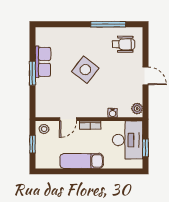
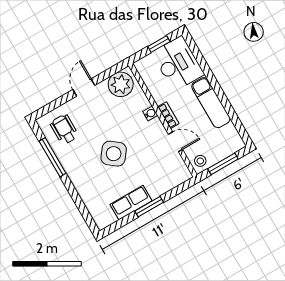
plant: (137, 108) -> (121, 84), width x1.87, depth x1.87
water cooler: (113, 113) -> (150, 113), moved
desk: (128, 140) -> (178, 64), moved, turned 90
window: (32, 144) -> (223, 164), width x1.50

